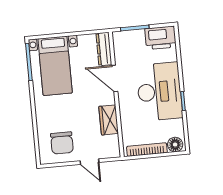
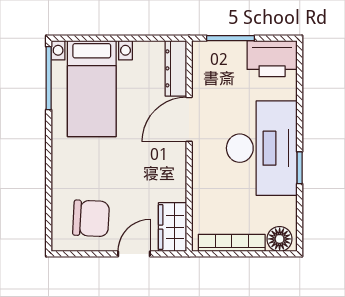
door: (115, 79) -> (189, 119), hinge flipped
wardrobe: (109, 120) -> (173, 227), moved
chair: (62, 143) -> (91, 218), turned -87
door: (89, 162) -> (134, 254), swing flipped

